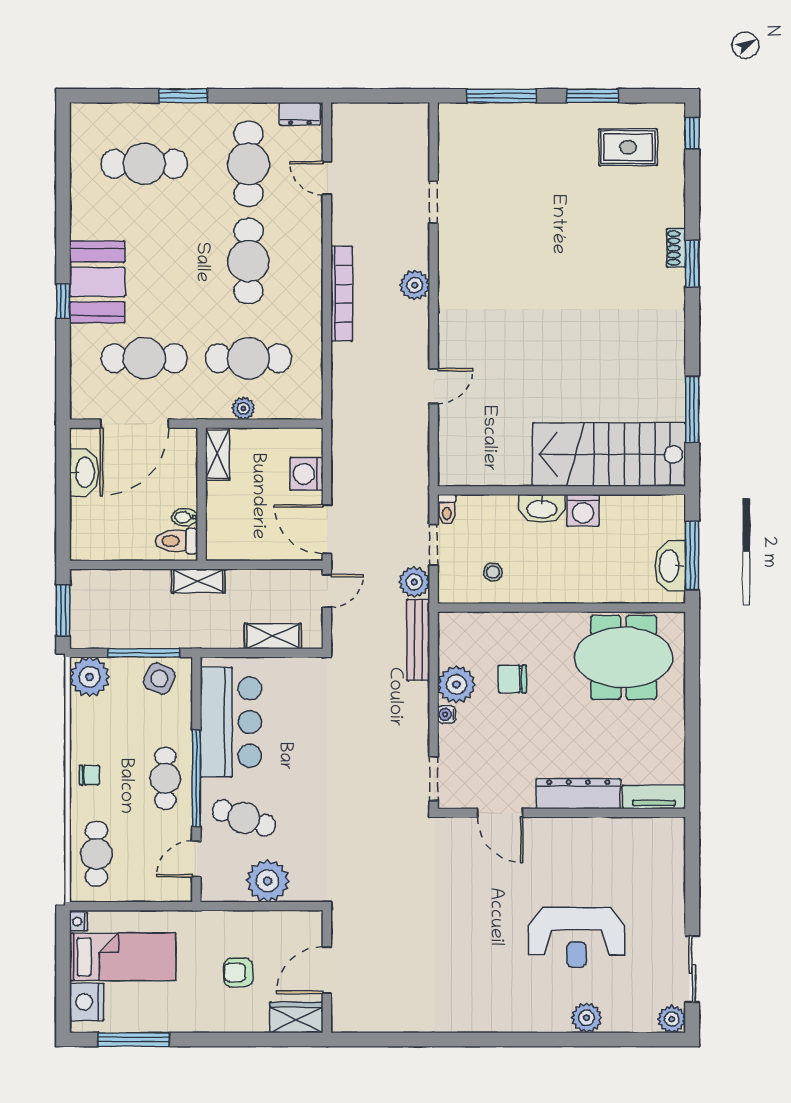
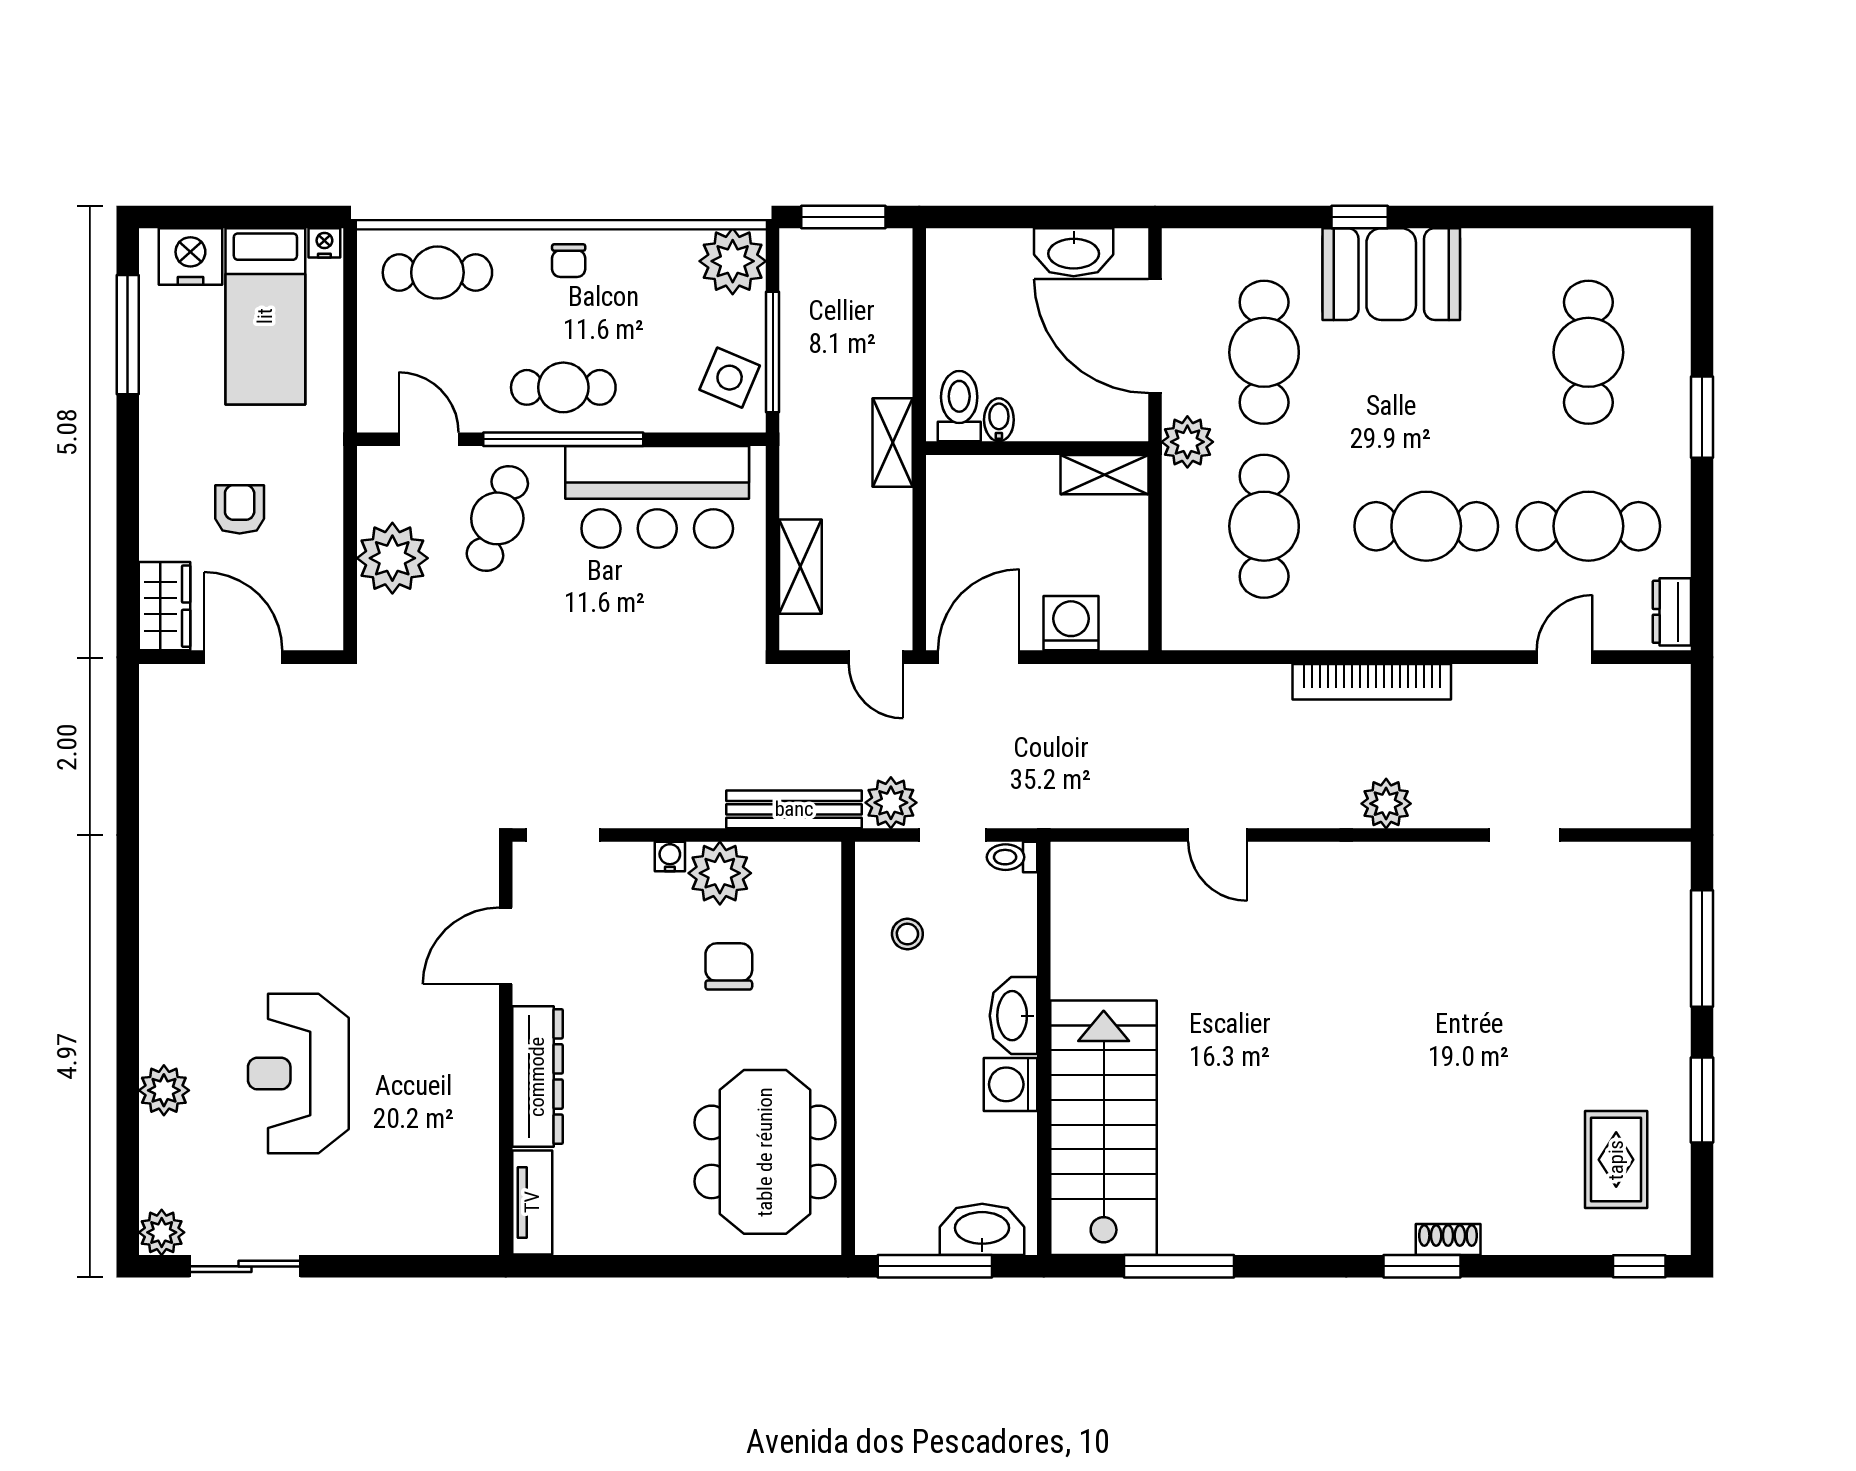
plant: (243, 408) -> (1187, 442), moved, width x1.38, depth x1.38
washbasin: (670, 566) -> (982, 1229), moved

